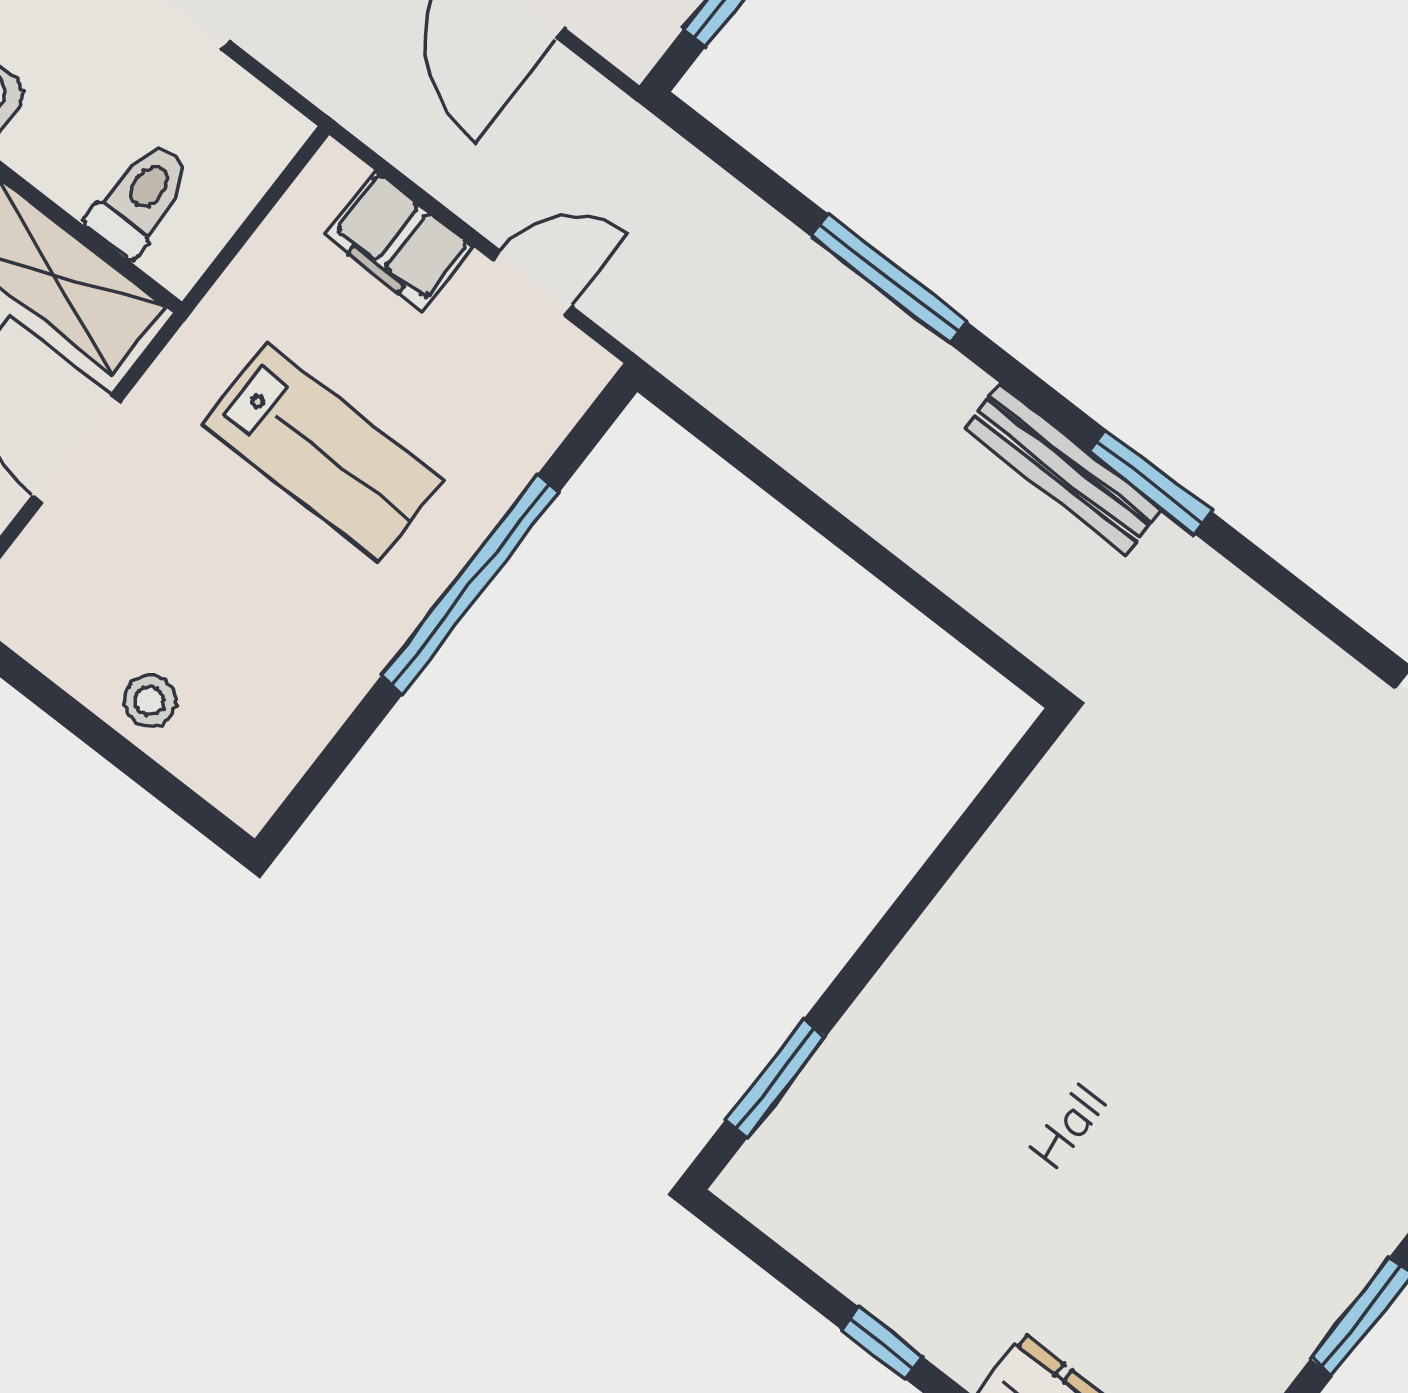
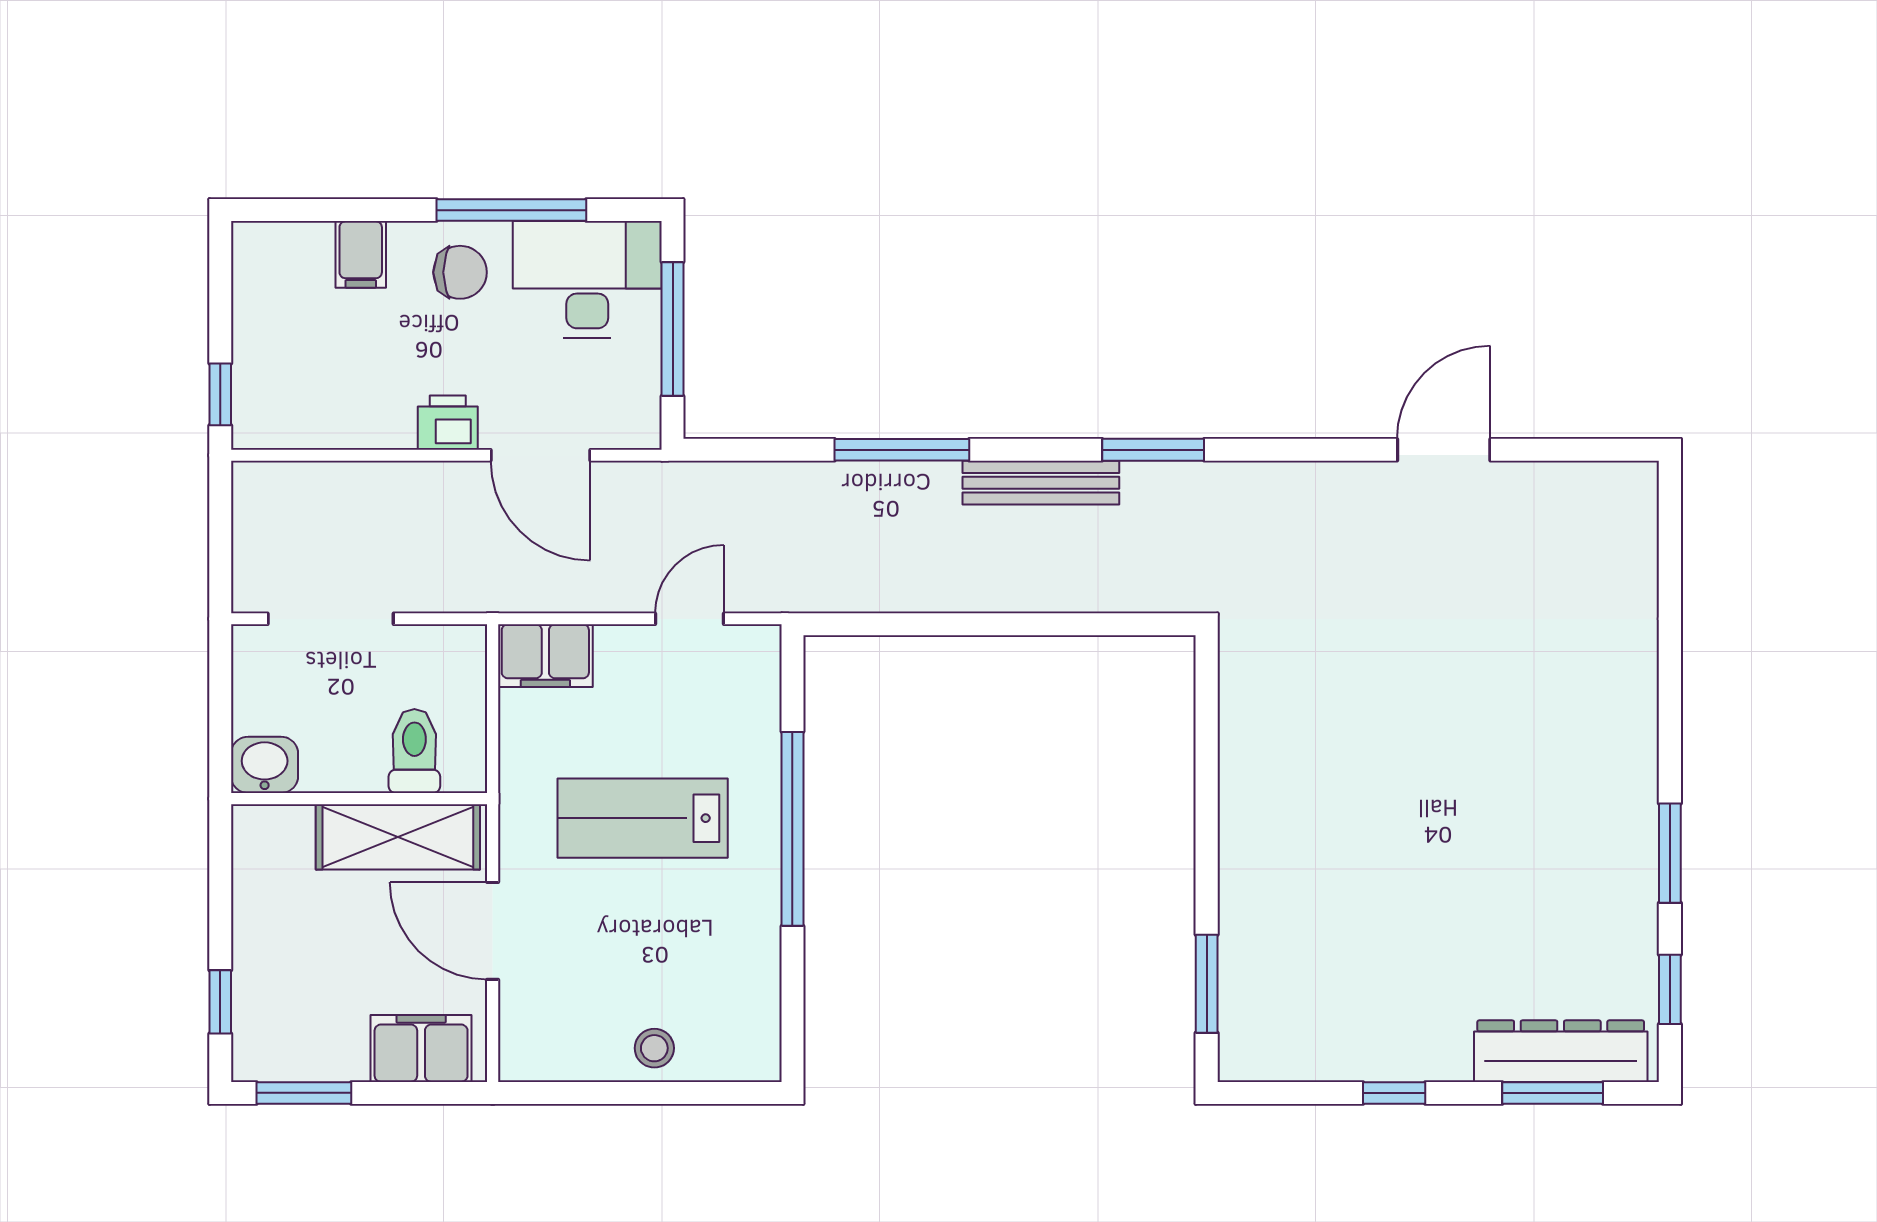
filing cabinet: (398, 241) -> (545, 656), moved
lab bench: (323, 453) -> (643, 818), turned 180
bench: (1063, 469) -> (1041, 483), moved

